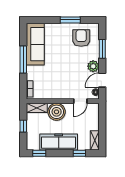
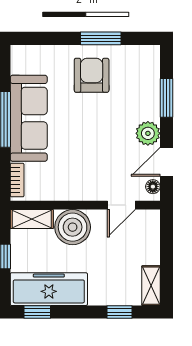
armchair: (81, 38) -> (92, 75), moved
sofa: (35, 44) -> (29, 118), moved
freezer: (59, 142) -> (49, 289), moved

